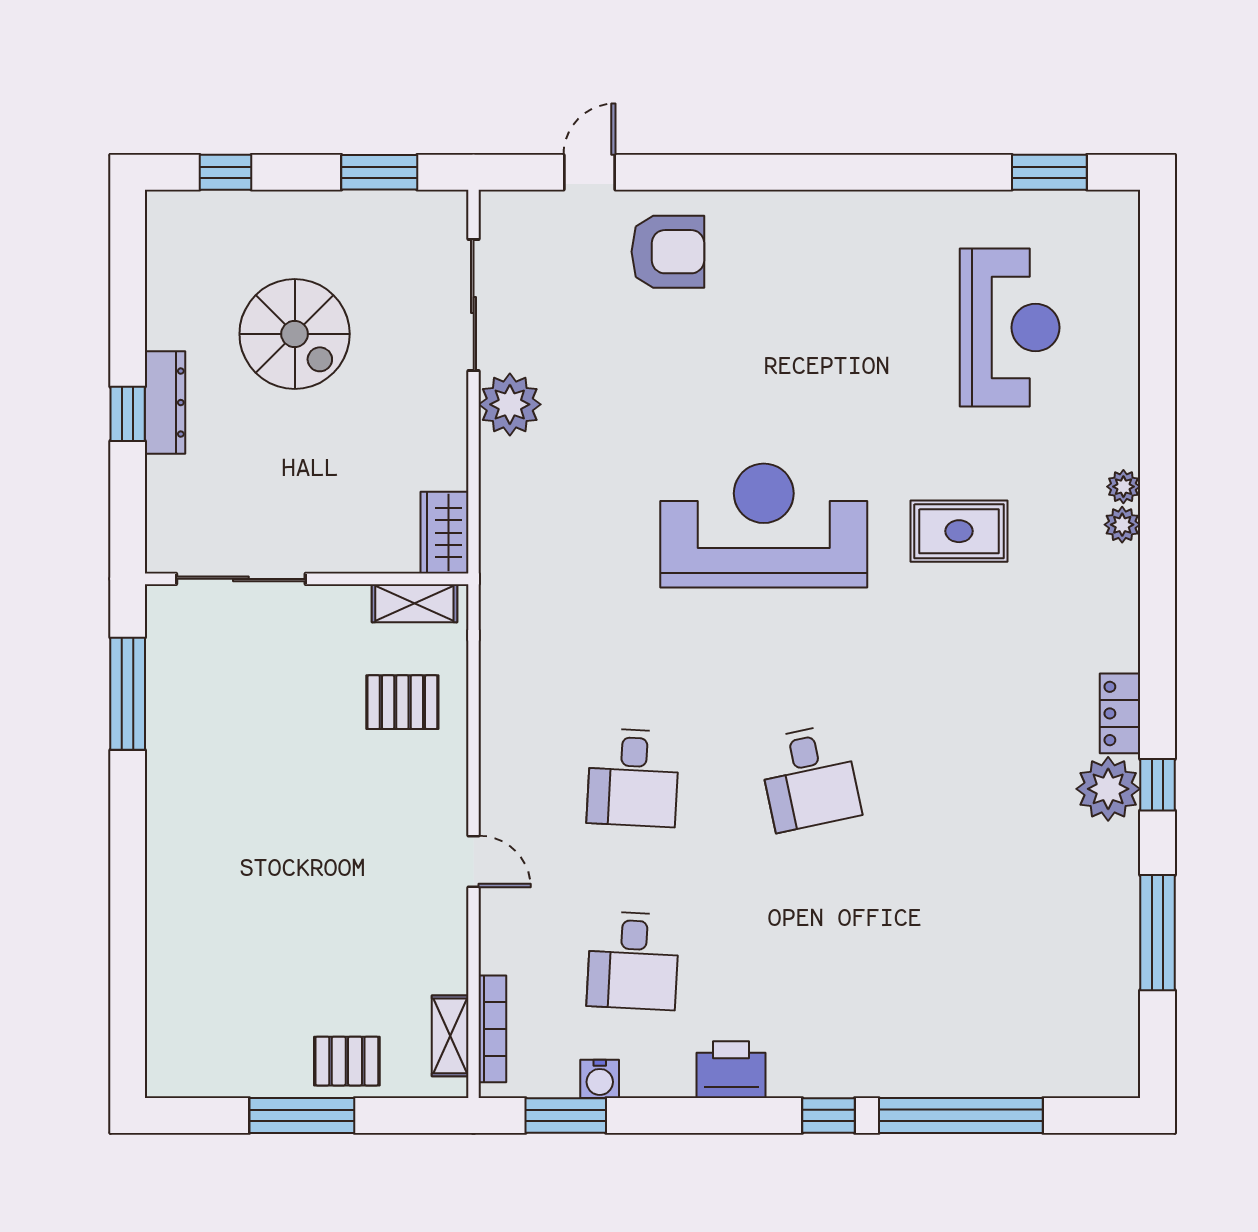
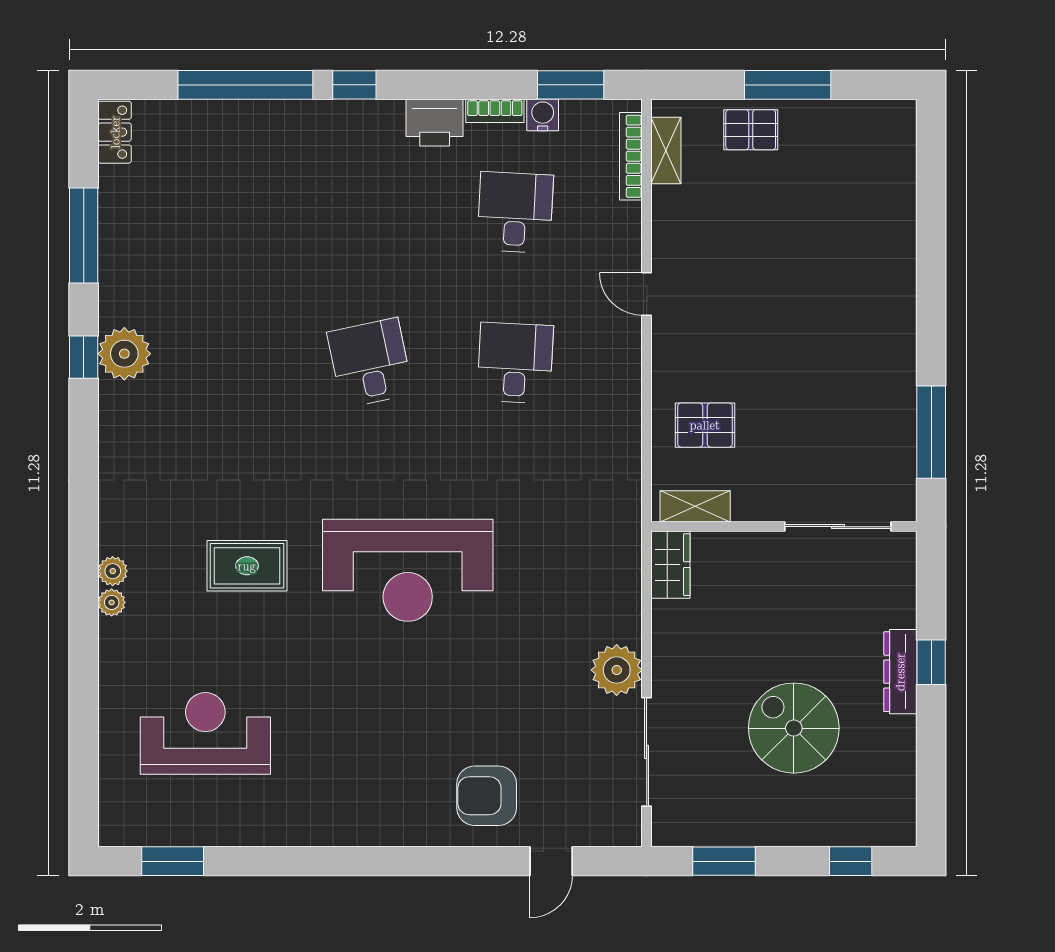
reception desk: (1010, 328) -> (205, 733), turned 90
locker: (1120, 713) -> (115, 132), moved
bookcase: (658, 1084) -> (495, 111), added

